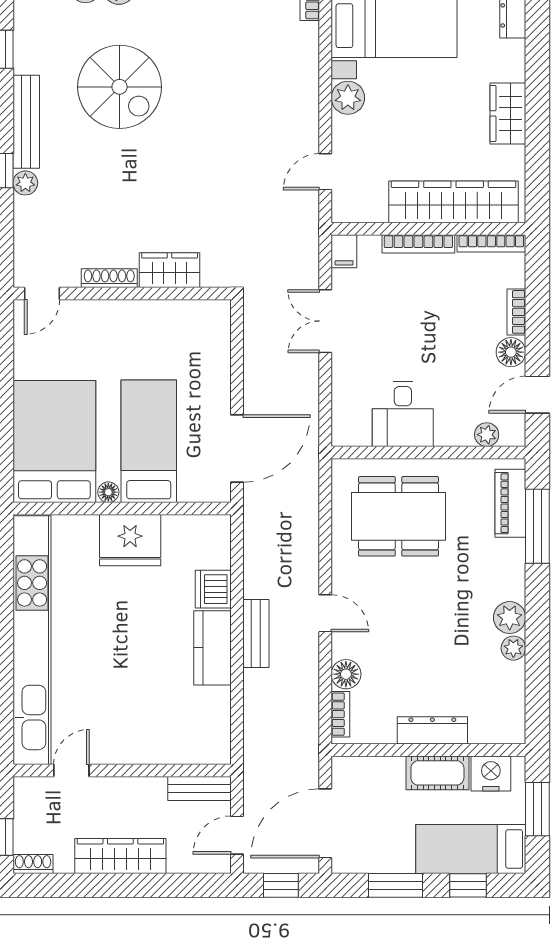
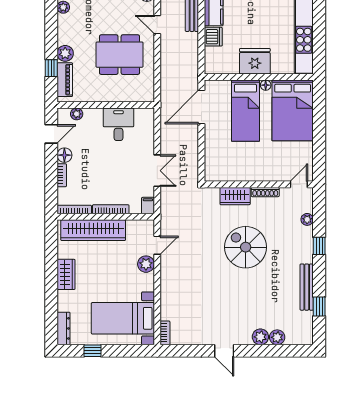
spiral stairs: (120, 87) -> (246, 247), moved
plant: (348, 98) -> (146, 264), moved
bench: (26, 122) -> (307, 287), moved
plant: (25, 183) -> (307, 219), moved
dining table: (399, 516) -> (120, 55), moved
window: (537, 526) -> (51, 68), width x0.46
plant: (510, 618) -> (65, 53), moved

